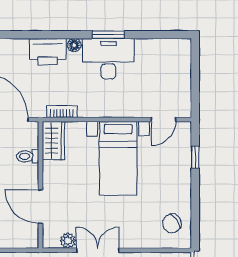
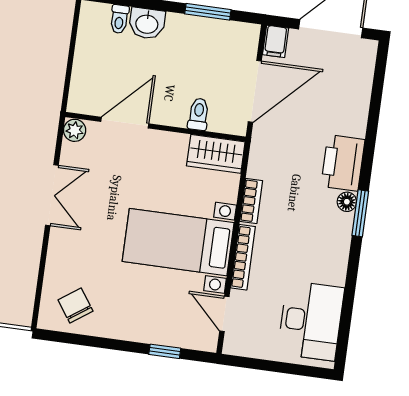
window: (108, 35) -> (360, 213), moved
desk: (108, 59) -> (311, 321), moved
bookcase: (62, 112) -> (251, 201), moved
bookcase: (122, 112) -> (243, 257), added
plant: (68, 241) -> (75, 130), moved

